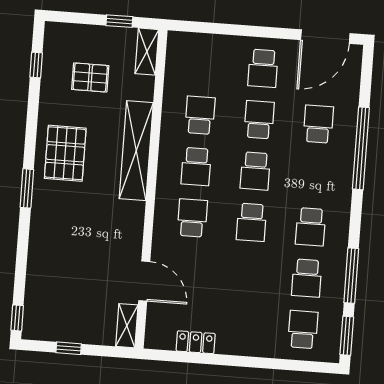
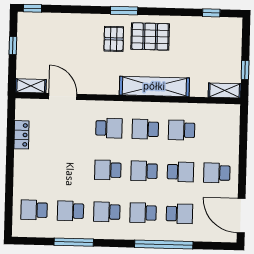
pallet: (90, 77) -> (114, 39), moved
school desk: (200, 115) -> (182, 130), turned 180
school desk: (314, 175) -> (143, 213), added
door: (144, 281) -> (63, 97), swing flipped
school desk: (303, 329) -> (34, 210), turned 180
window: (347, 336) -> (31, 241), removed

